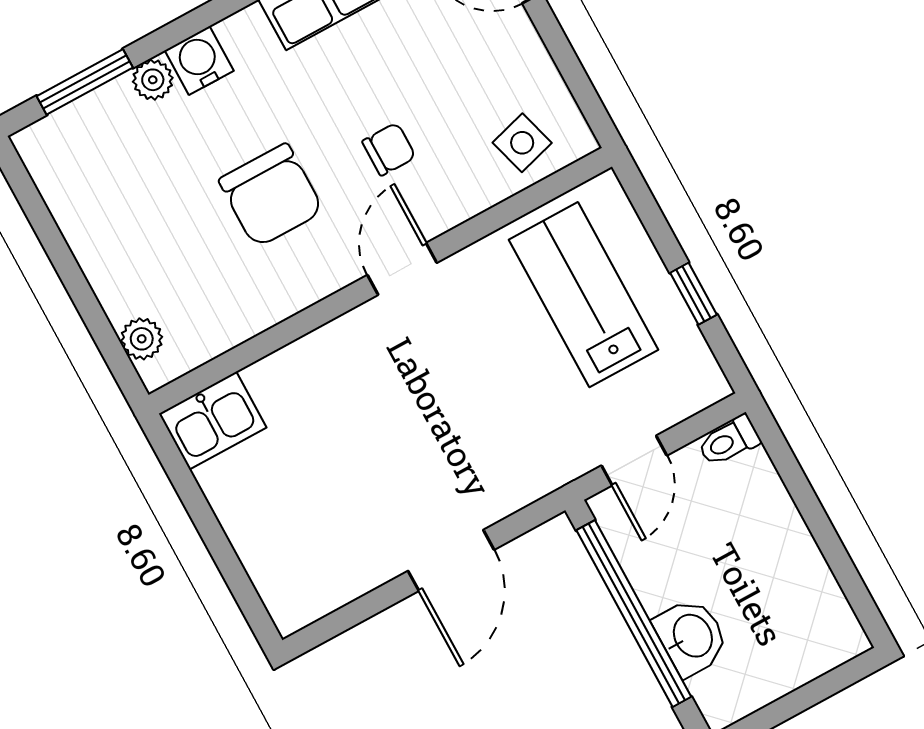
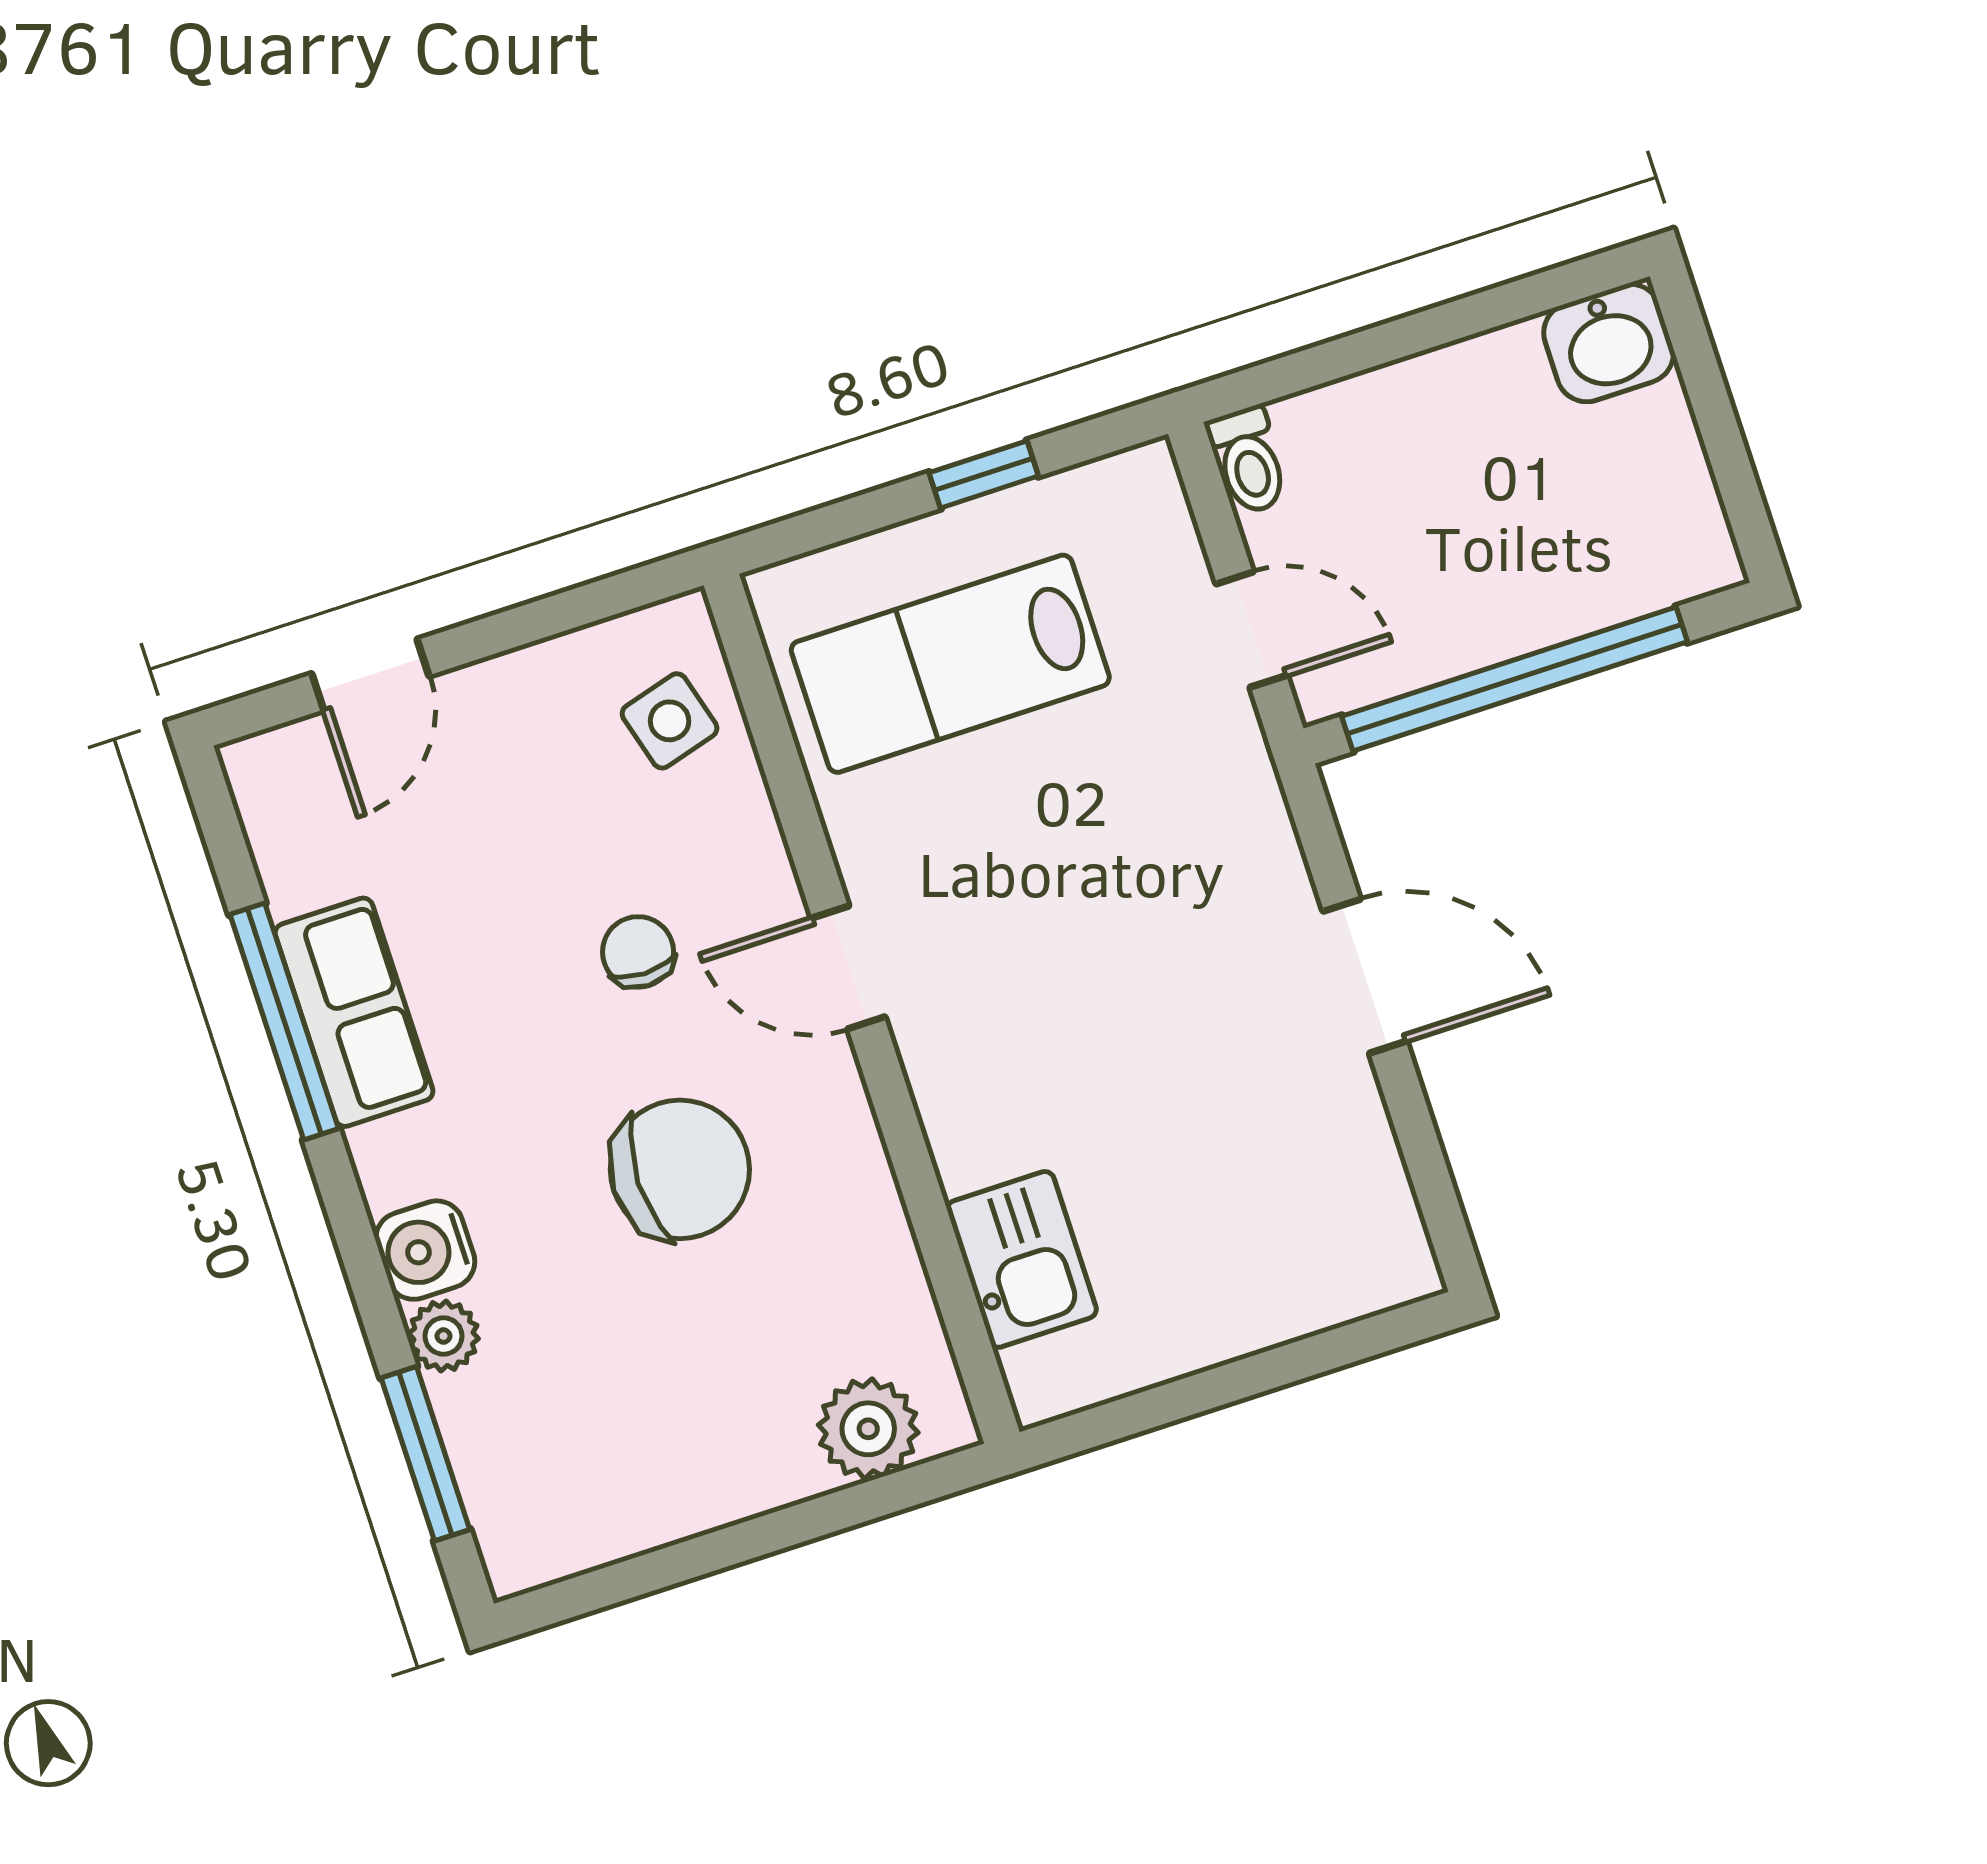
plant: (142, 339) -> (868, 1429), width x1.38, depth x1.38
kitchen sink: (213, 421) -> (1022, 1259), moved
washbasin: (691, 637) -> (1609, 343), moved, turned 180

